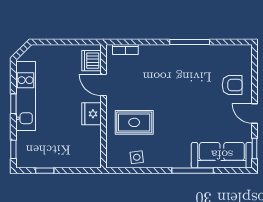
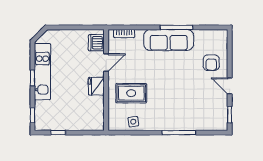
door: (103, 85) -> (106, 63), swing flipped
armchair: (232, 85) -> (211, 63), turned 90
sofa: (222, 155) -> (169, 40), moved, turned 180

